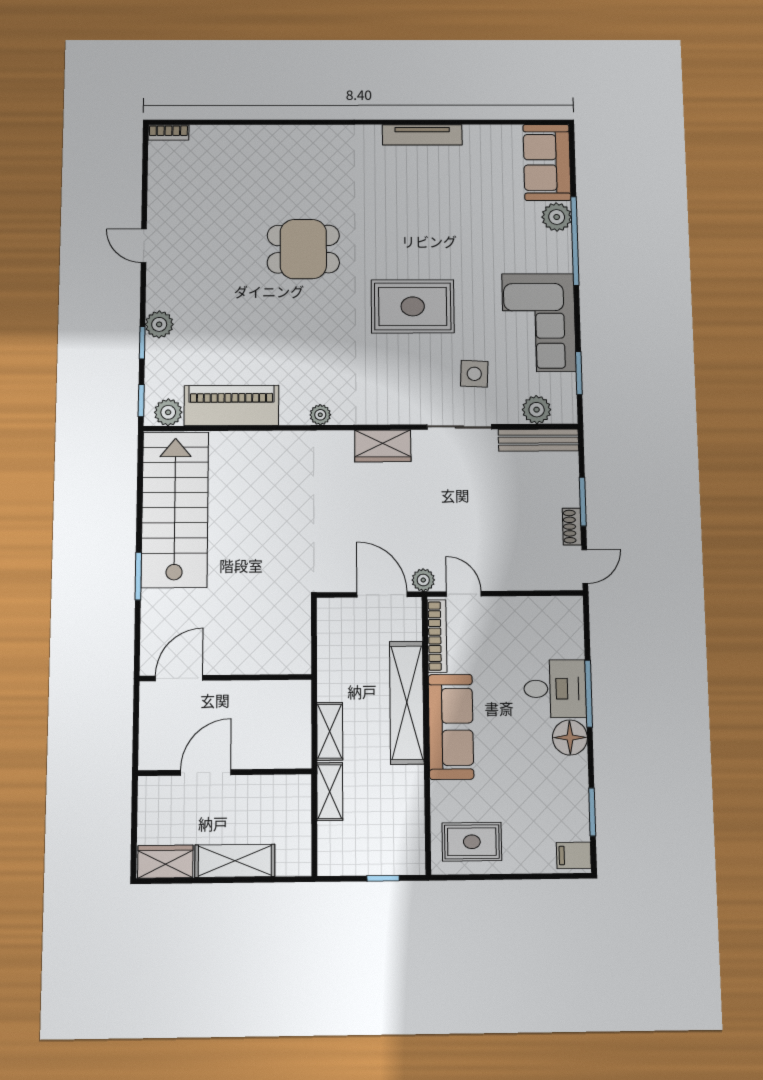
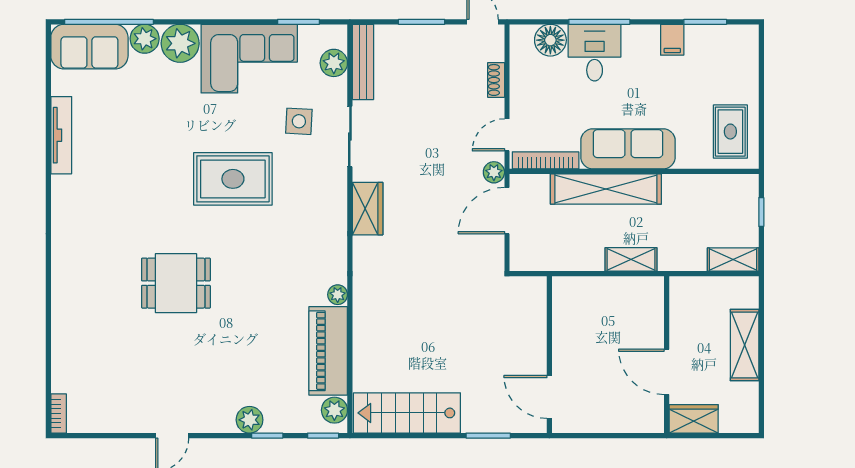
tv unit: (422, 135) -> (61, 135), moved
window: (575, 241) -> (109, 22), moved
dining table: (303, 249) -> (176, 283), turned 90
plant: (553, 253) -> (180, 43), added
rug: (413, 306) -> (233, 179), turned 90
plant: (320, 415) -> (338, 295), moved
stairs: (175, 509) -> (407, 413), width x0.73, depth x0.66
shoe rack: (572, 527) -> (496, 80), moved, turned 90
door: (179, 678) -> (549, 397), moved
wall: (225, 678) -> (549, 355), moved
floor lamp: (570, 737) -> (550, 40), moved
shelving: (330, 792) -> (733, 260), moved
filing cabinet: (574, 855) -> (672, 40), moved
wardrobe: (165, 862) -> (694, 419), moved, turned 90

